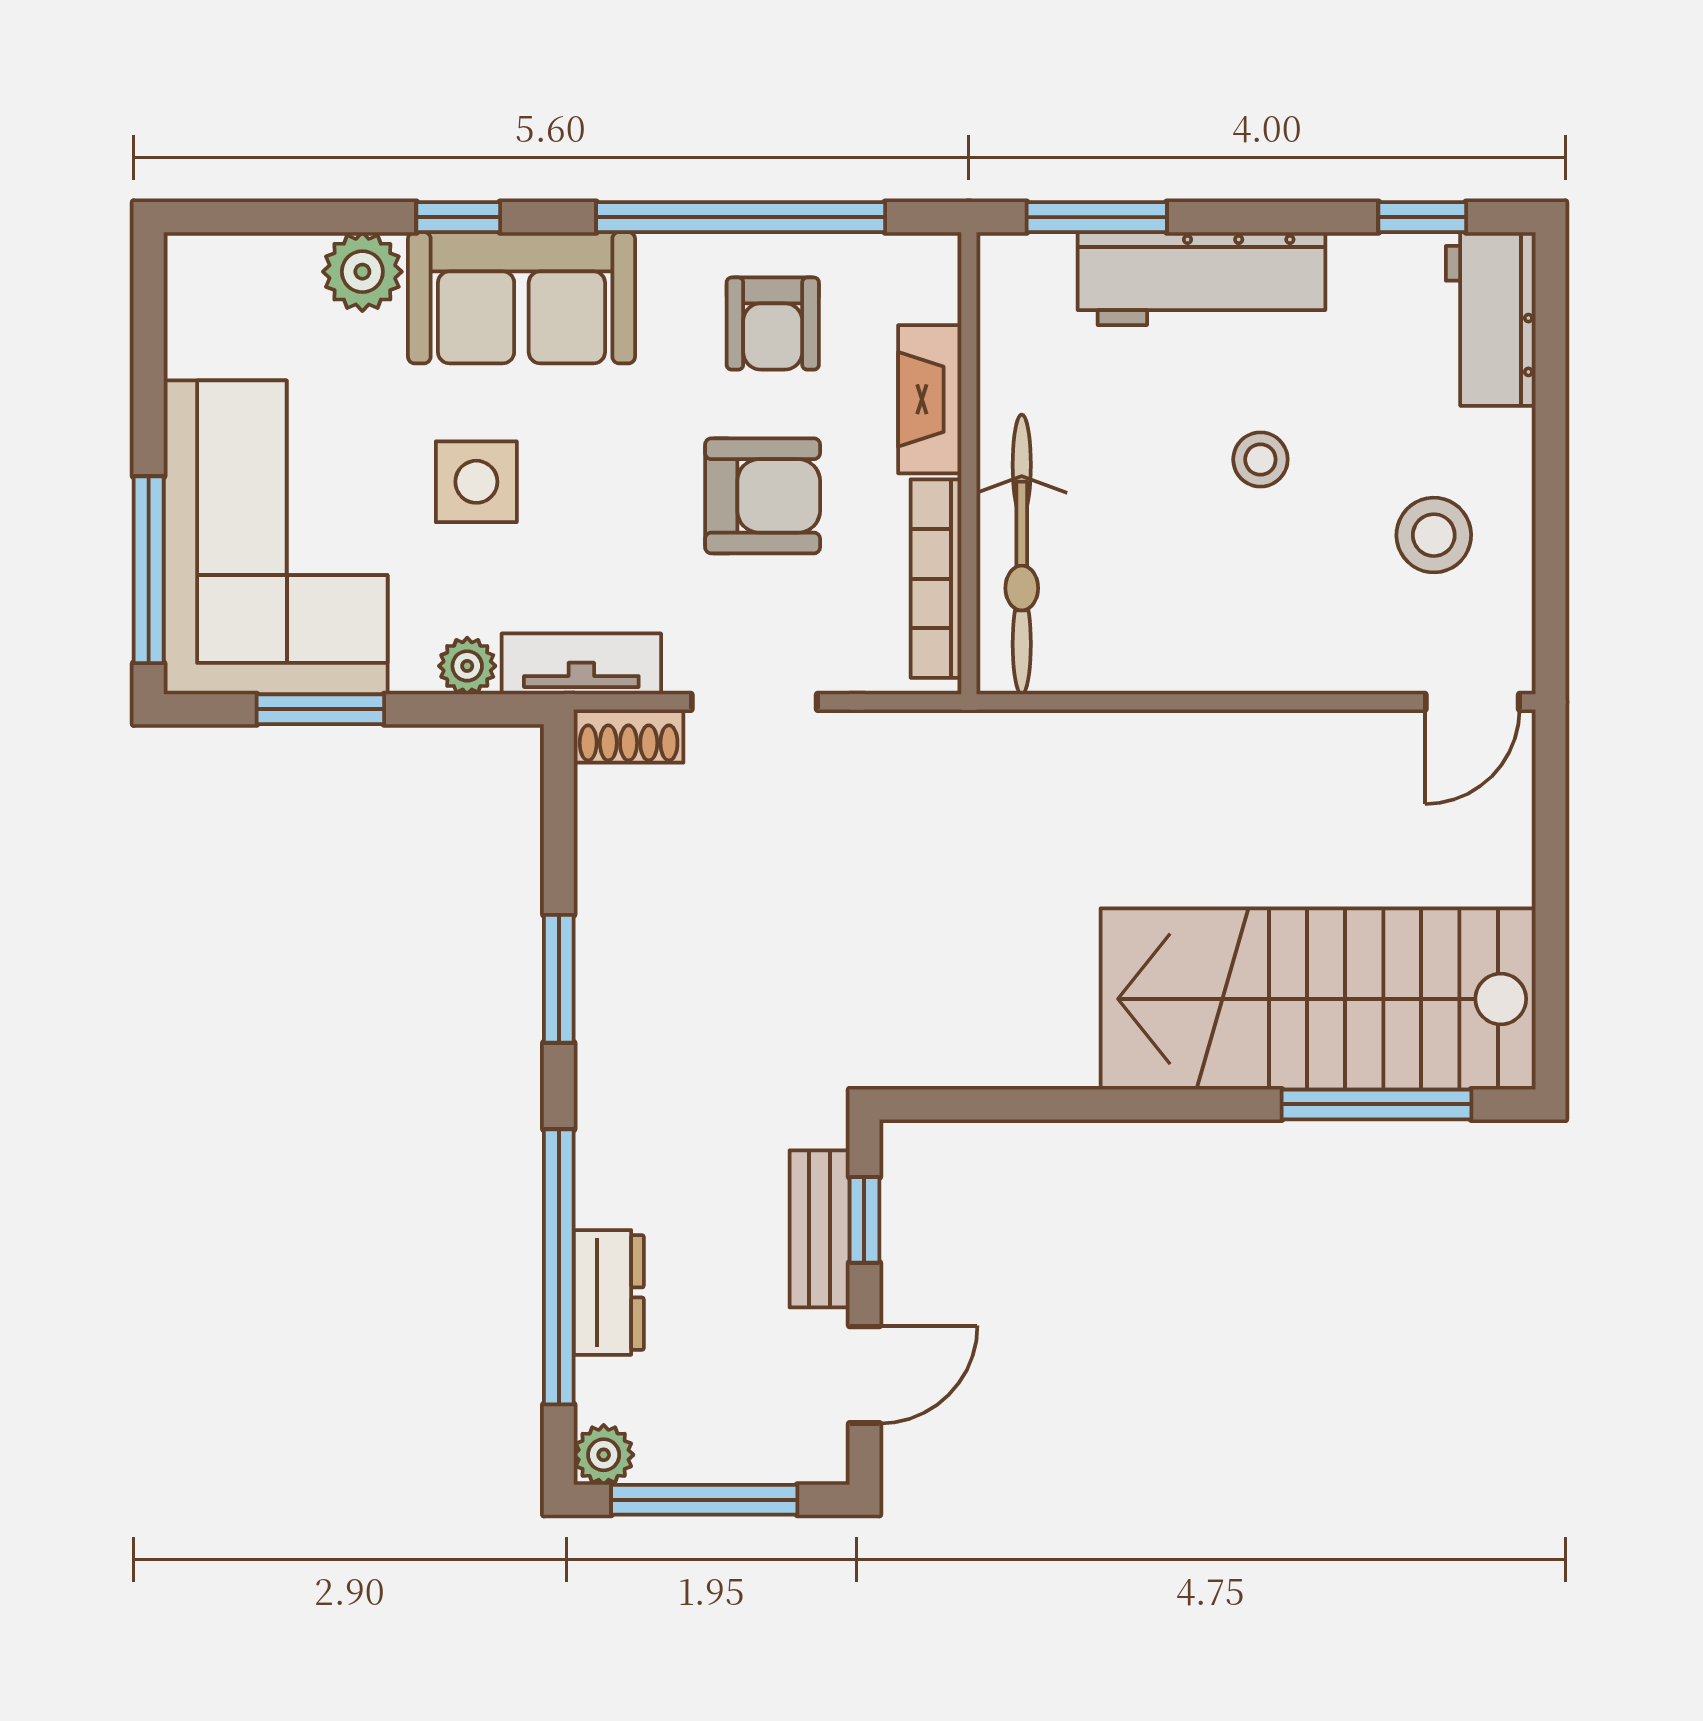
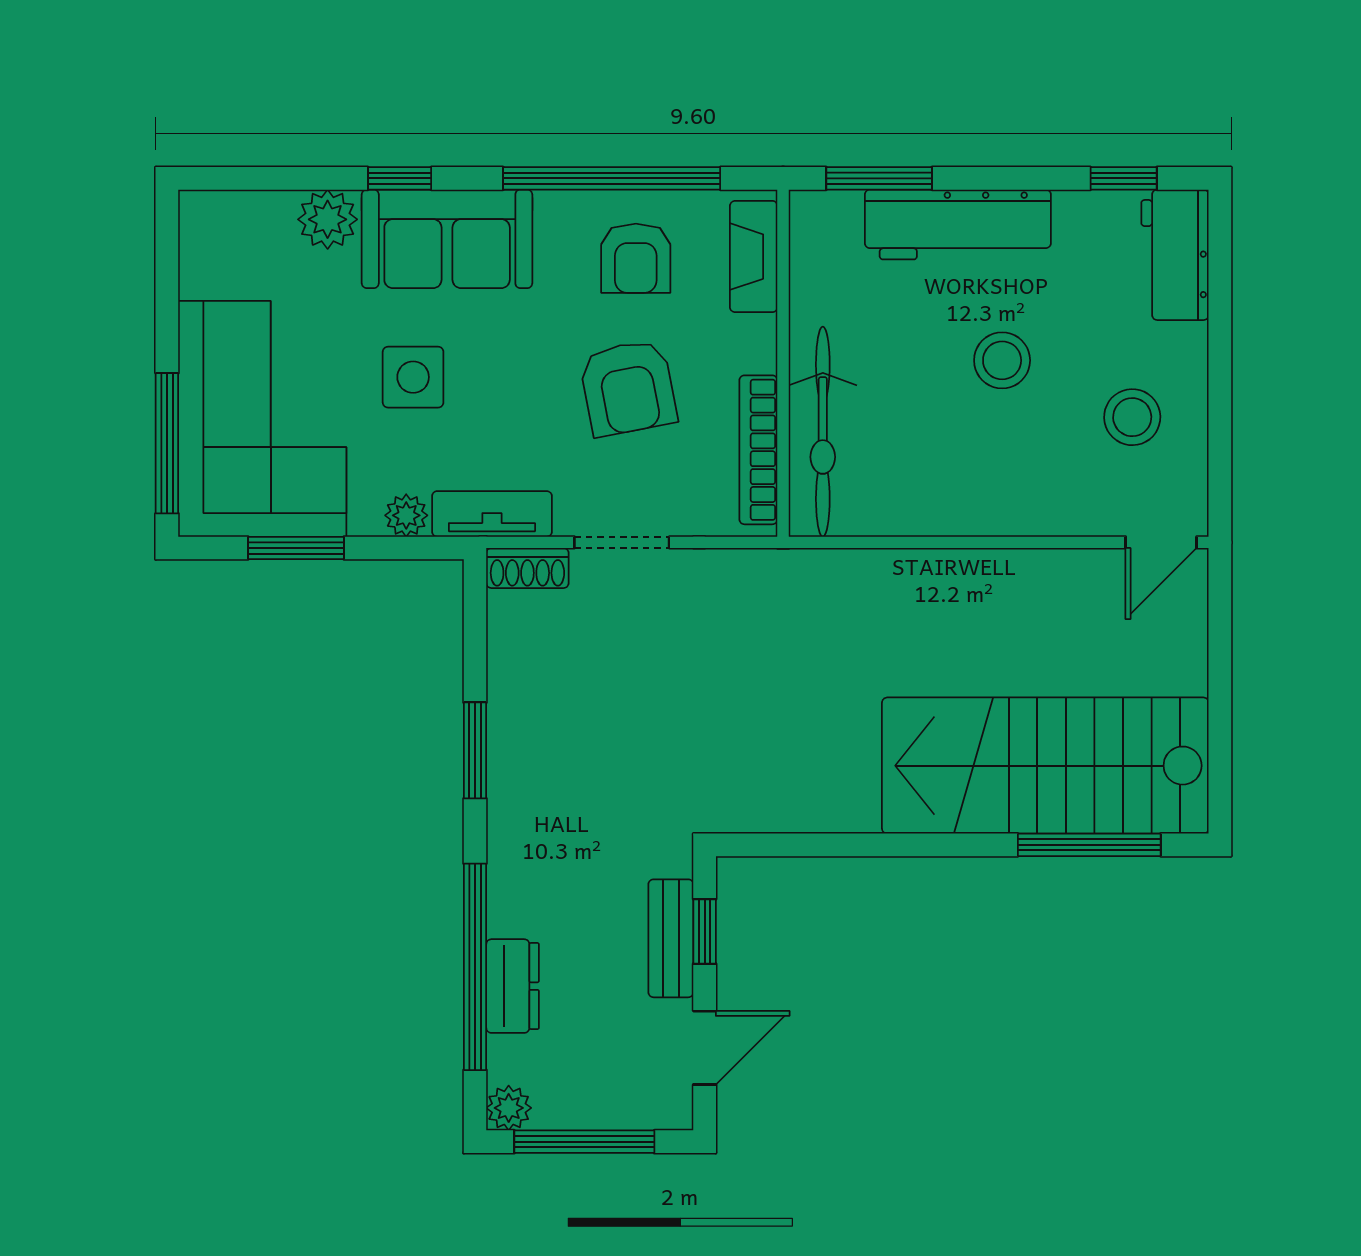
fireplace: (930, 399) -> (754, 257), moved
stool: (1260, 459) -> (1002, 360), width x1.37, depth x1.37
armchair: (763, 496) -> (628, 388), turned 79

